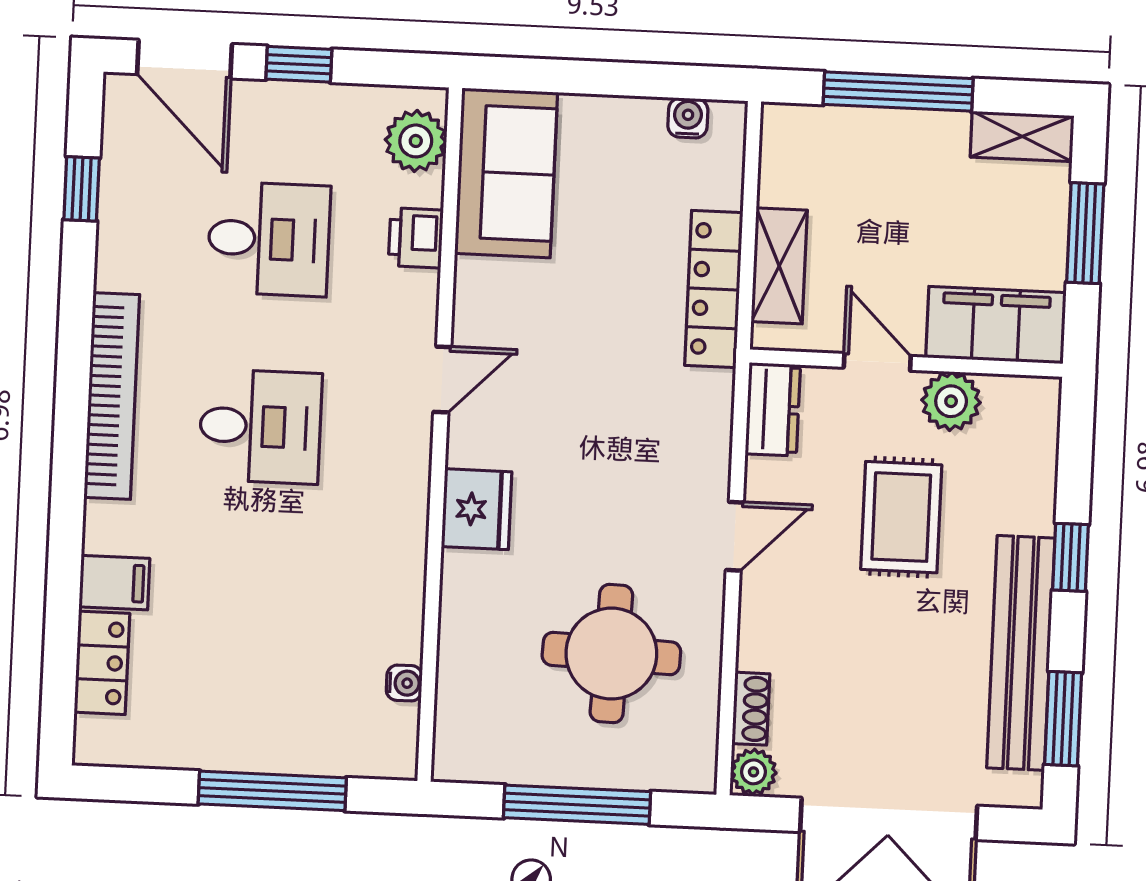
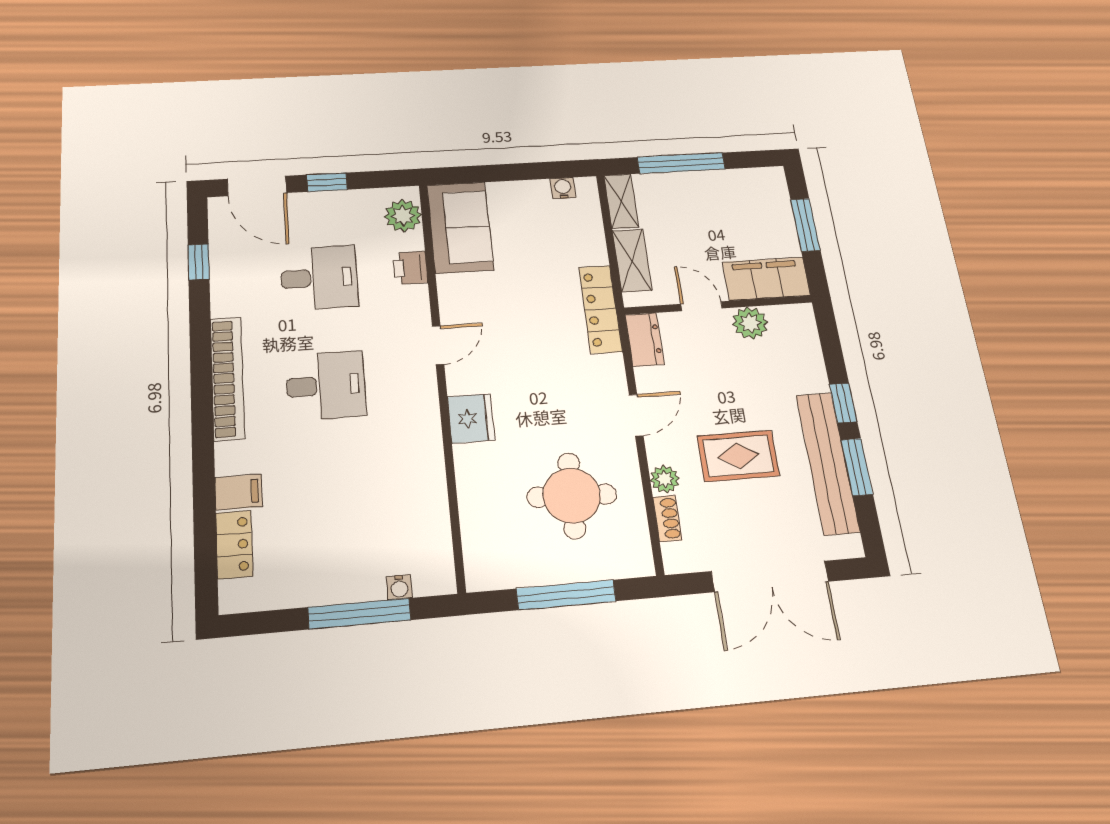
shelving: (1022, 136) -> (621, 201), moved, turned 90
locker: (714, 289) -> (600, 309), moved
rug: (901, 517) -> (738, 456), moved, turned 90
water cooler: (404, 683) -> (399, 587), moved, turned 90
window: (1063, 719) -> (857, 467), moved
plant: (754, 772) -> (665, 479), moved

